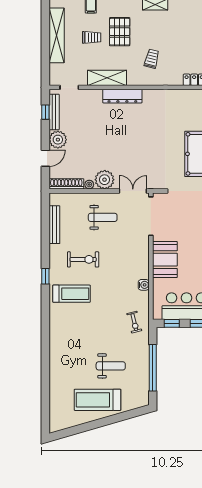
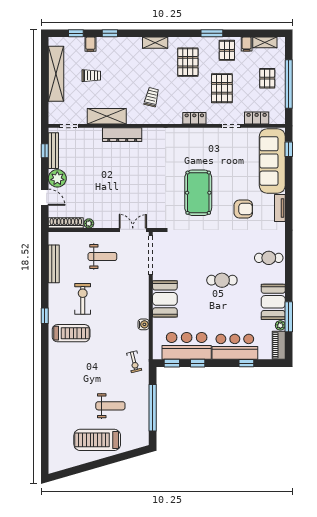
pallet: (120, 32) -> (188, 62), moved
door: (45, 158) -> (45, 197), hinge flipped
plant: (105, 180) -> (104, 219), removed
exercise bike: (83, 259) -> (83, 299), turned -90

